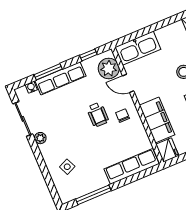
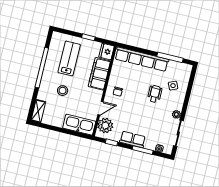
row of seats: (60, 78) -> (133, 139), width x0.68
door: (128, 83) -> (100, 108), hinge flipped
wheelchair: (98, 115) -> (155, 94), moved
row of seats: (132, 166) -> (142, 59), width x1.36

